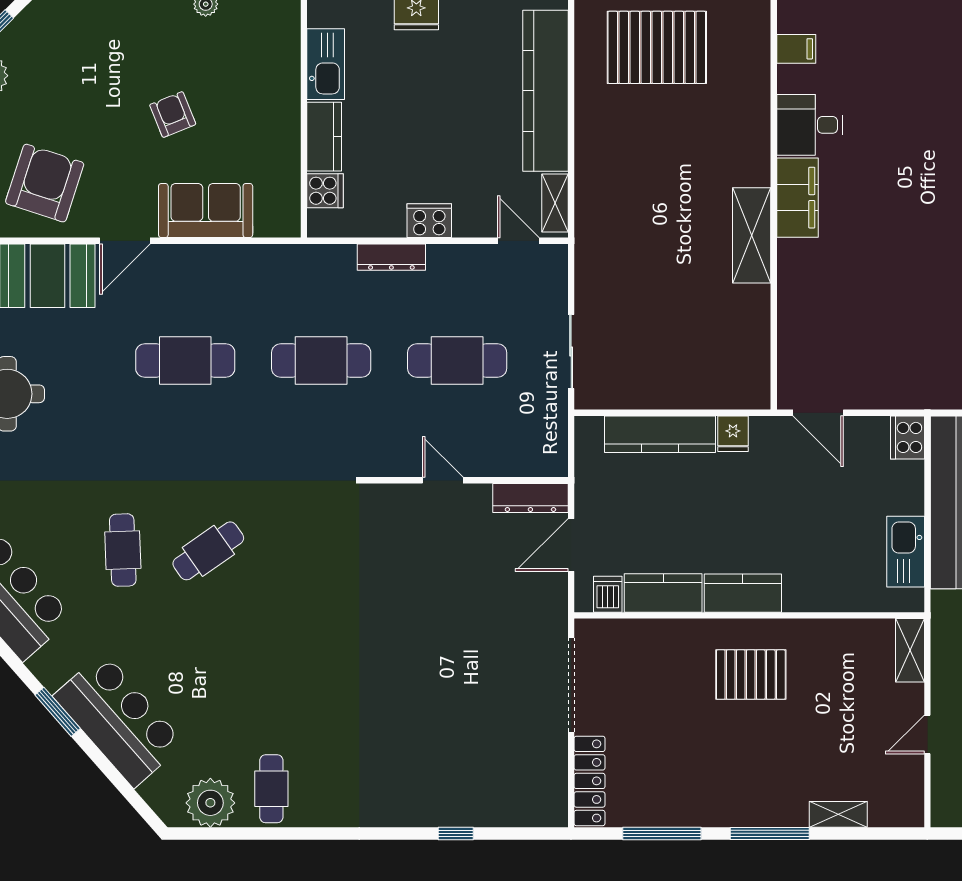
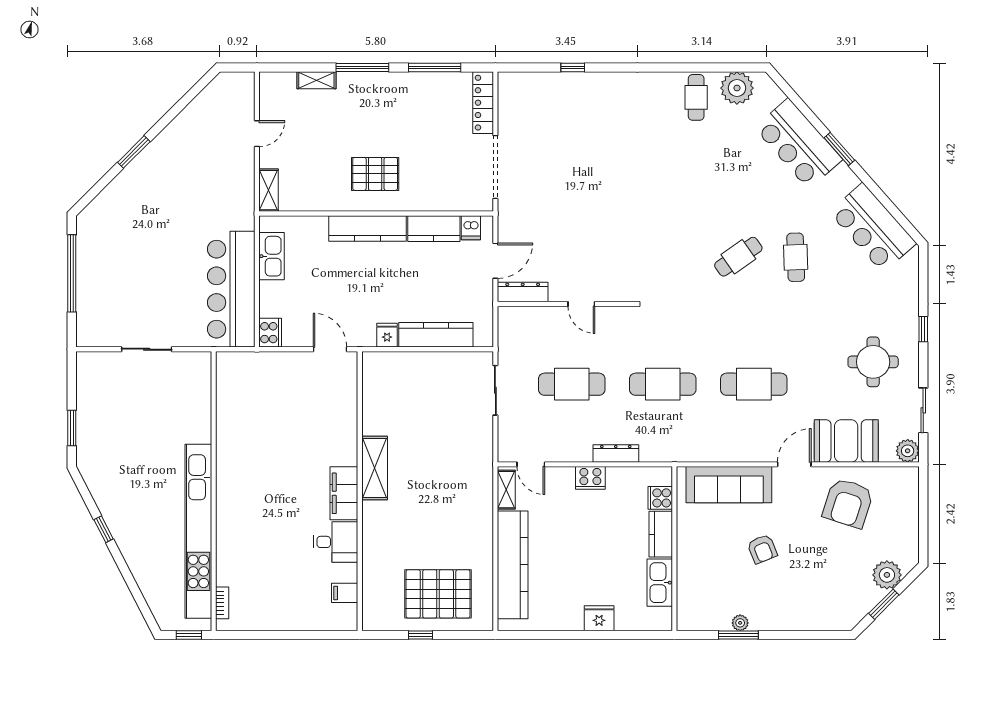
sofa: (206, 211) -> (729, 485), width x1.36
kitchen counter: (743, 593) -> (367, 228), width x1.50

